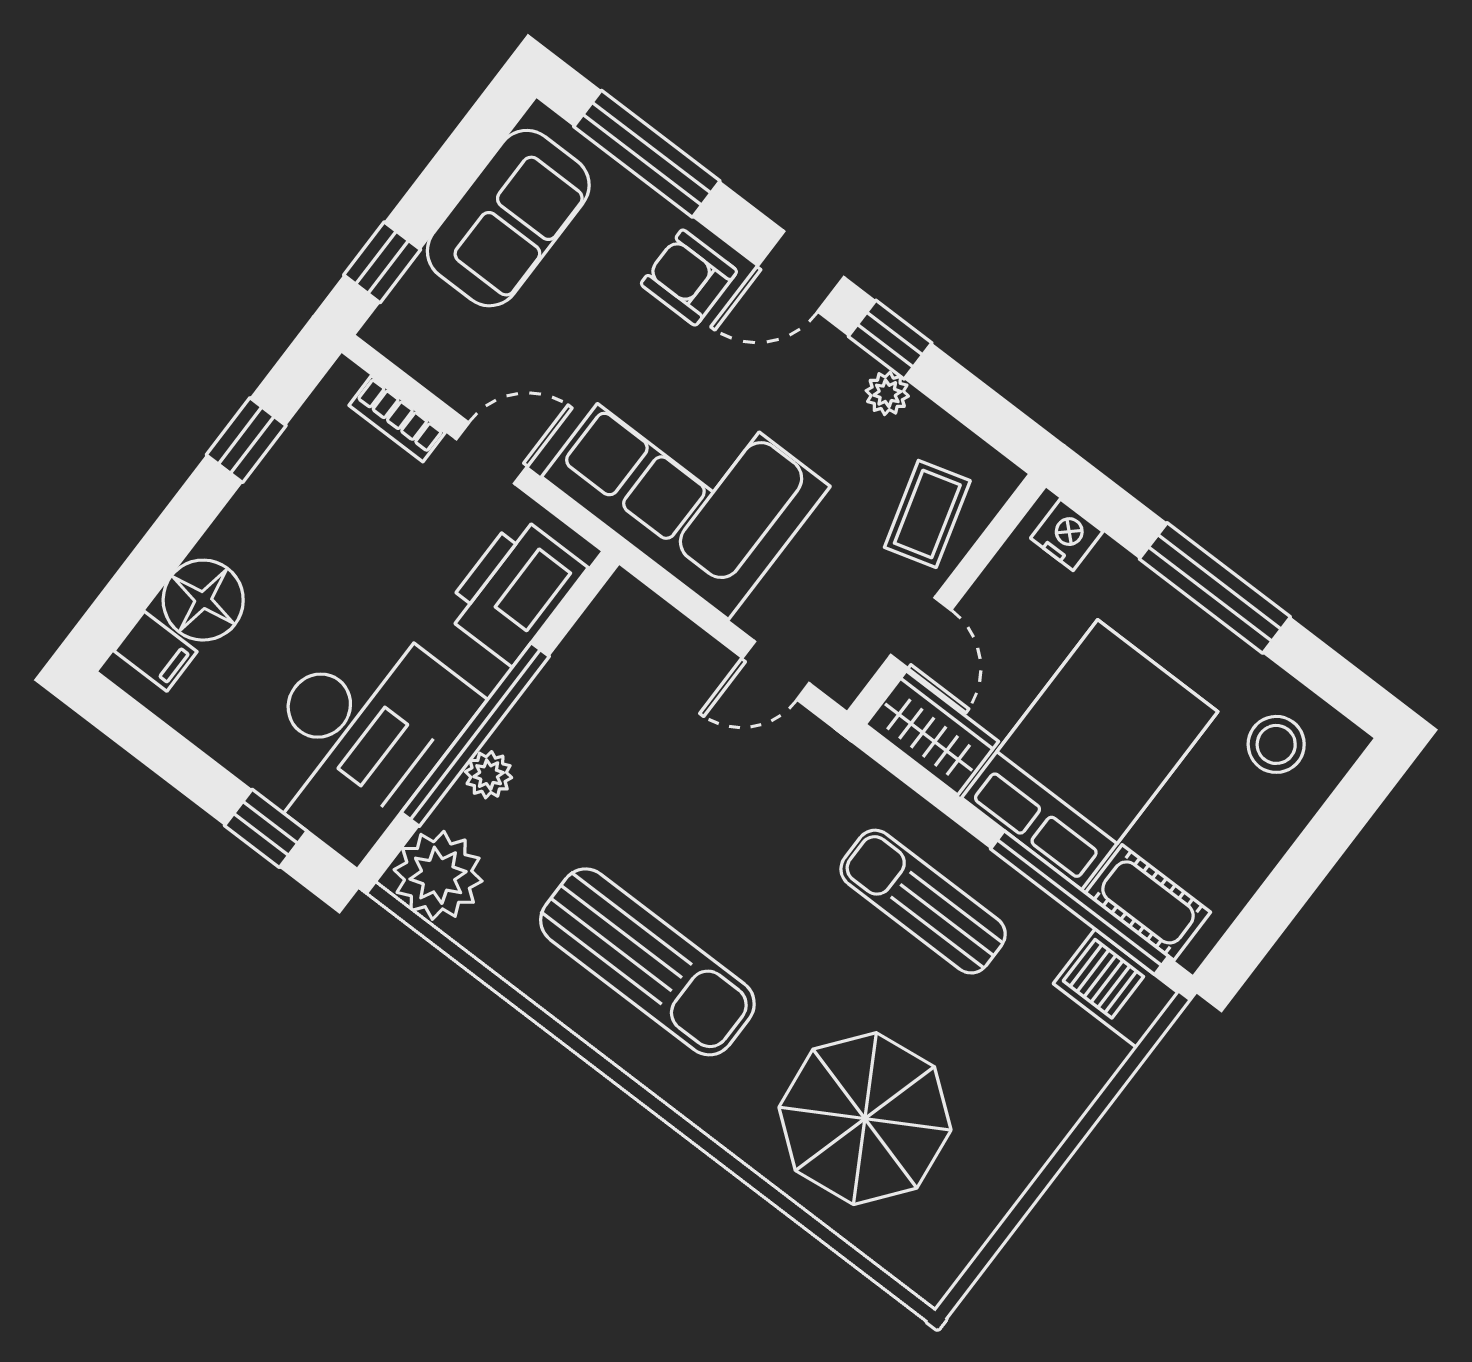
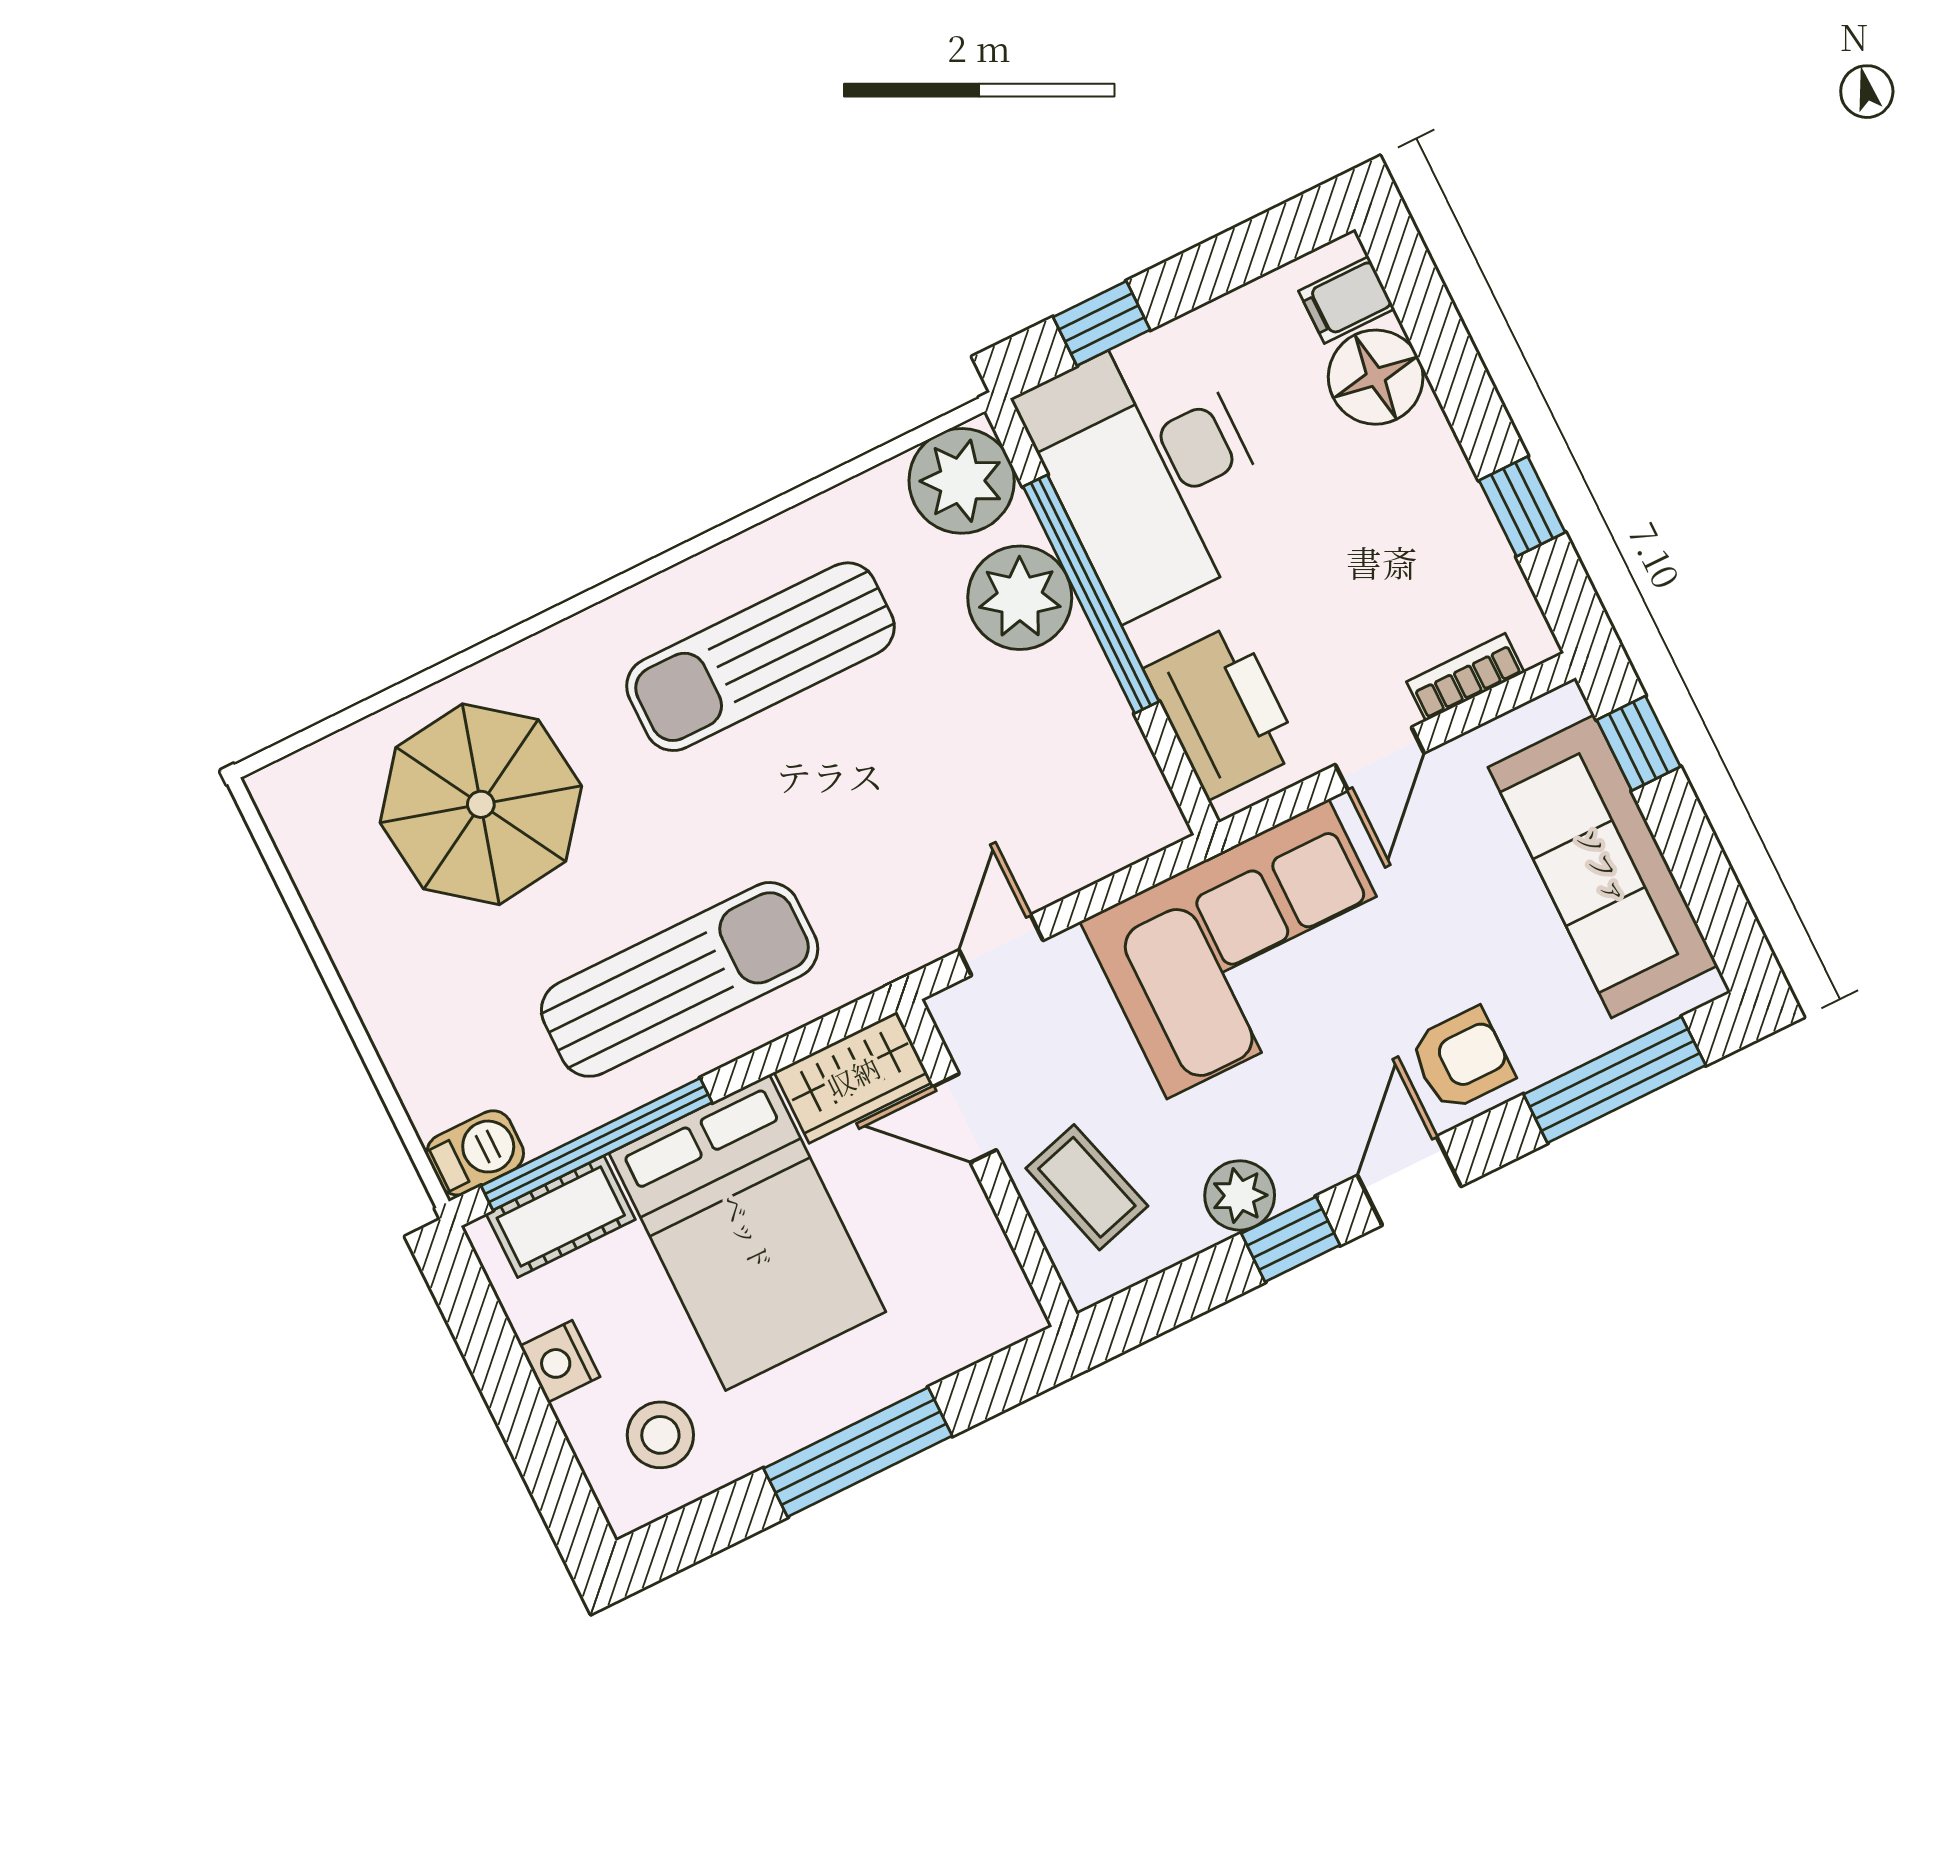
sofa: (508, 218) -> (1603, 866), width x1.36
plant: (887, 393) -> (1240, 1195), width x1.38, depth x1.38
nightstand: (1067, 535) -> (560, 1361), moved, turned 90
plant: (489, 775) -> (1020, 598), width x1.87, depth x1.87
sun lounger: (923, 902) -> (680, 979), width x1.36, depth x1.34
barbecue: (1116, 988) -> (475, 1153), width x0.73, depth x0.79

